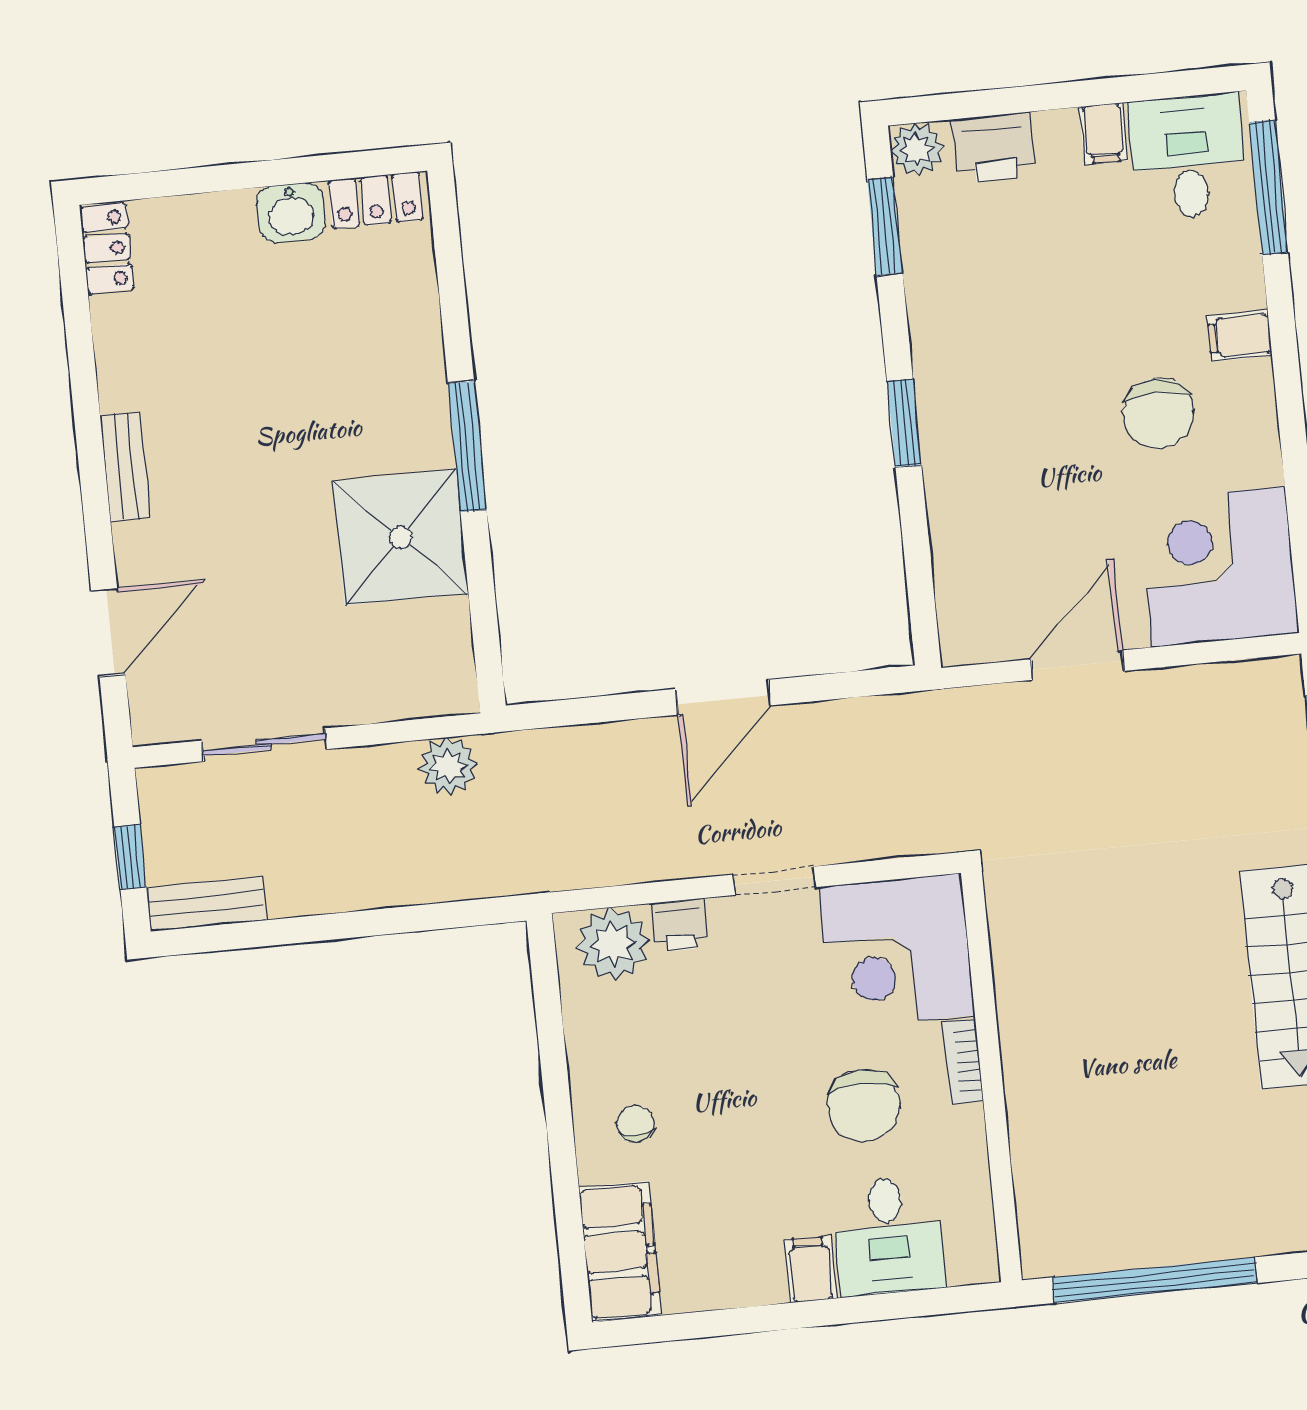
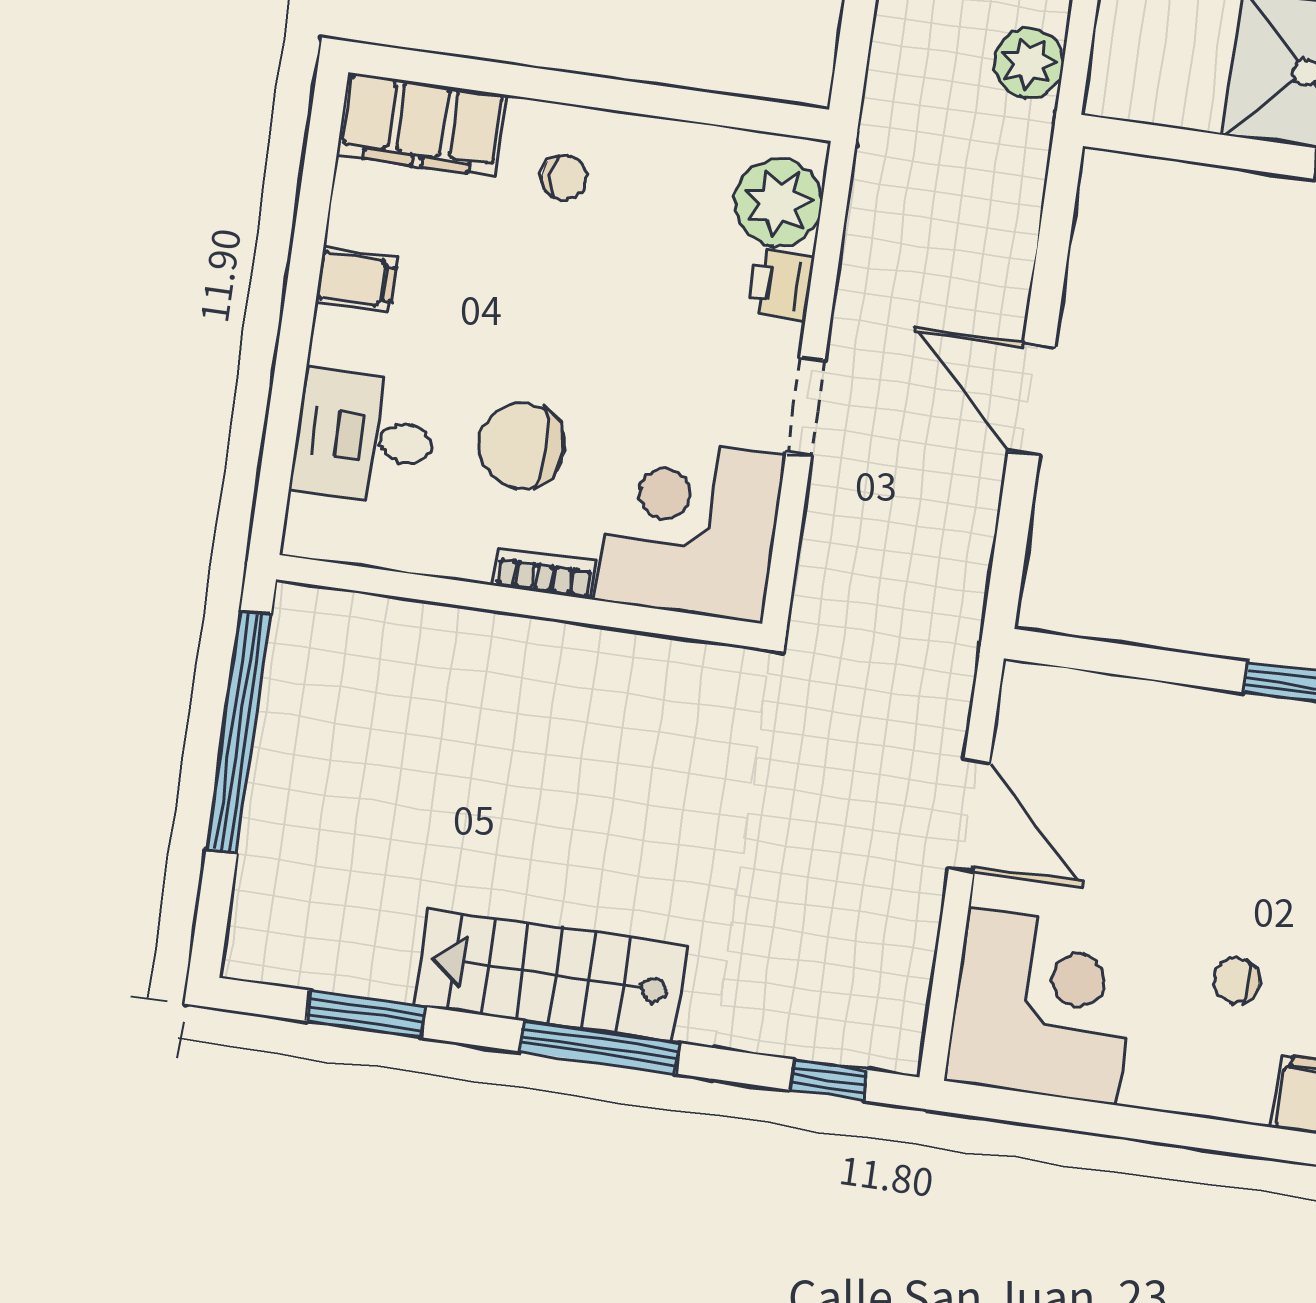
chair: (1159, 413) -> (1236, 981), width x0.54, depth x0.54
filing cabinet: (810, 1269) -> (356, 280), moved

